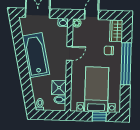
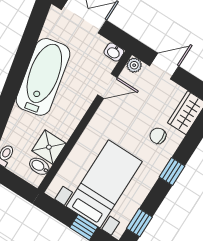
door: (69, 53) -> (107, 86), moved
window: (126, 64) -> (172, 171), width x0.32
window: (125, 98) -> (139, 223), added

